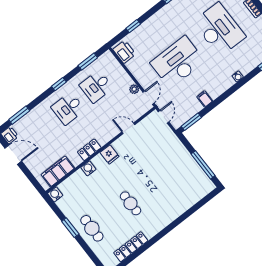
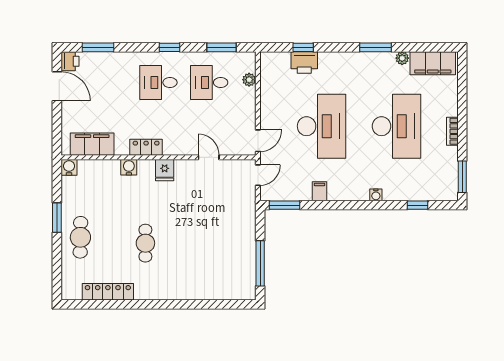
printer: (124, 52) -> (304, 62), moved, turned 90
desk: (178, 62) -> (321, 126), turned 90
plant: (134, 89) -> (249, 80), moved

